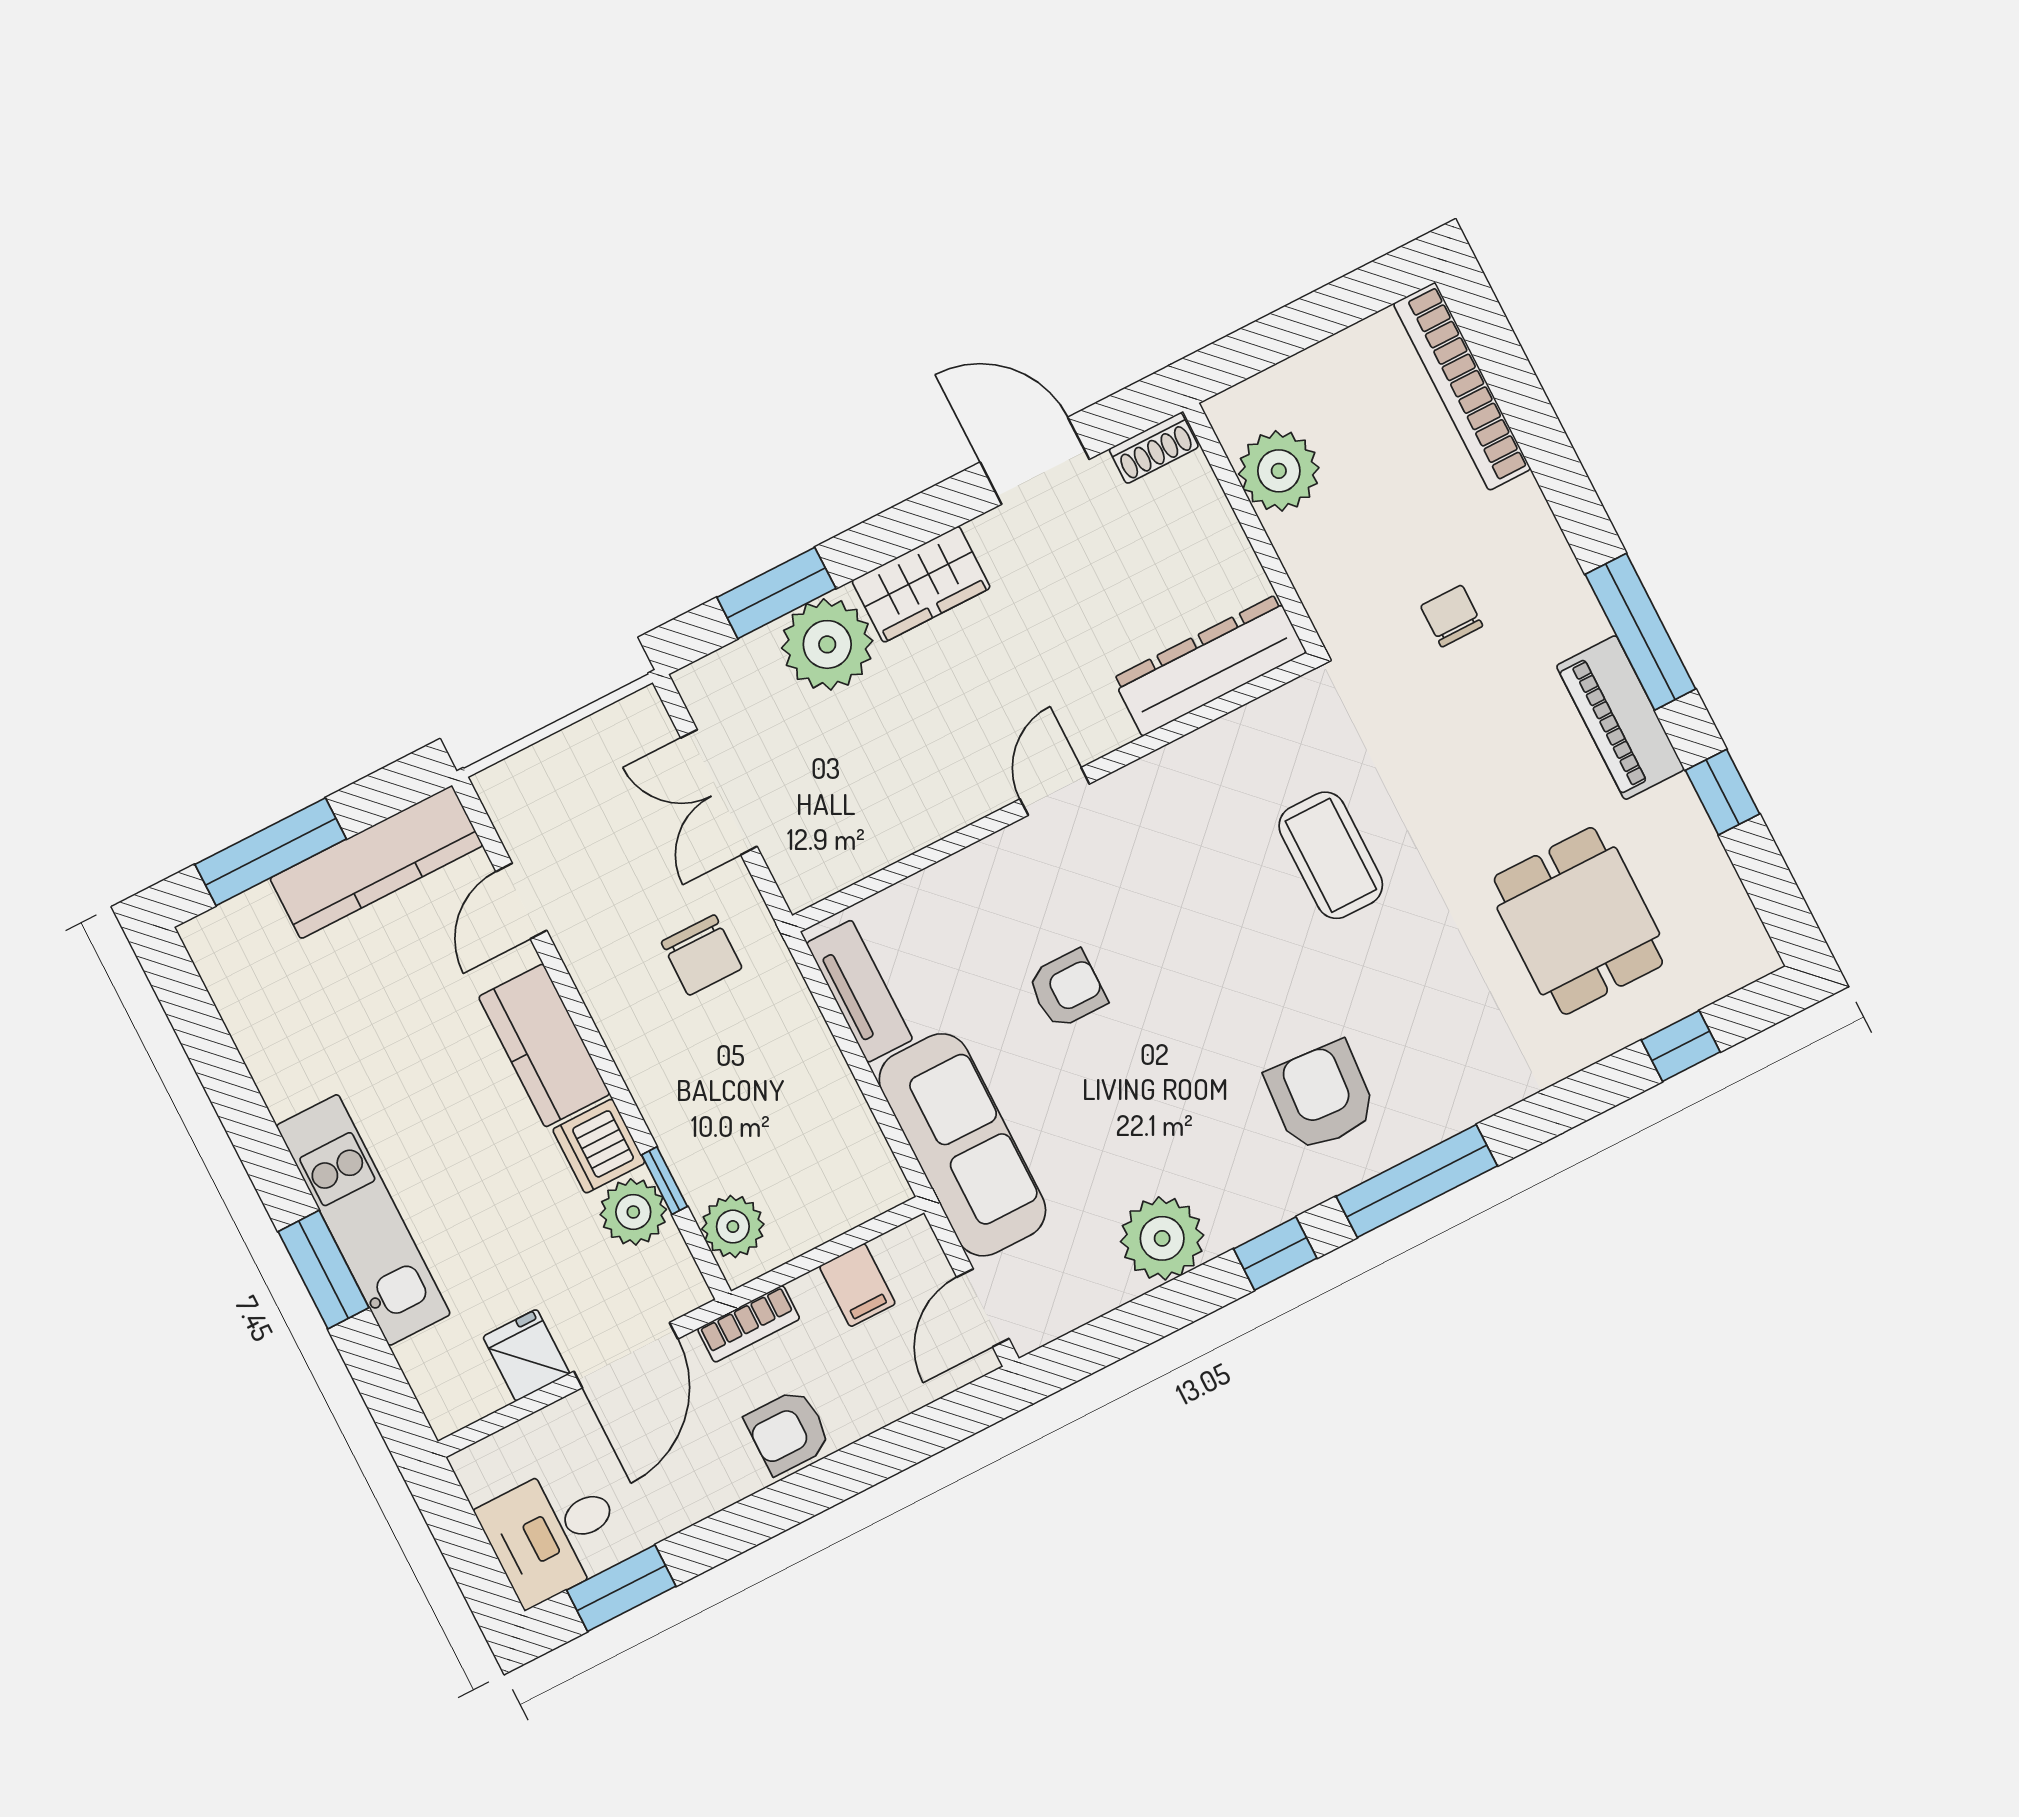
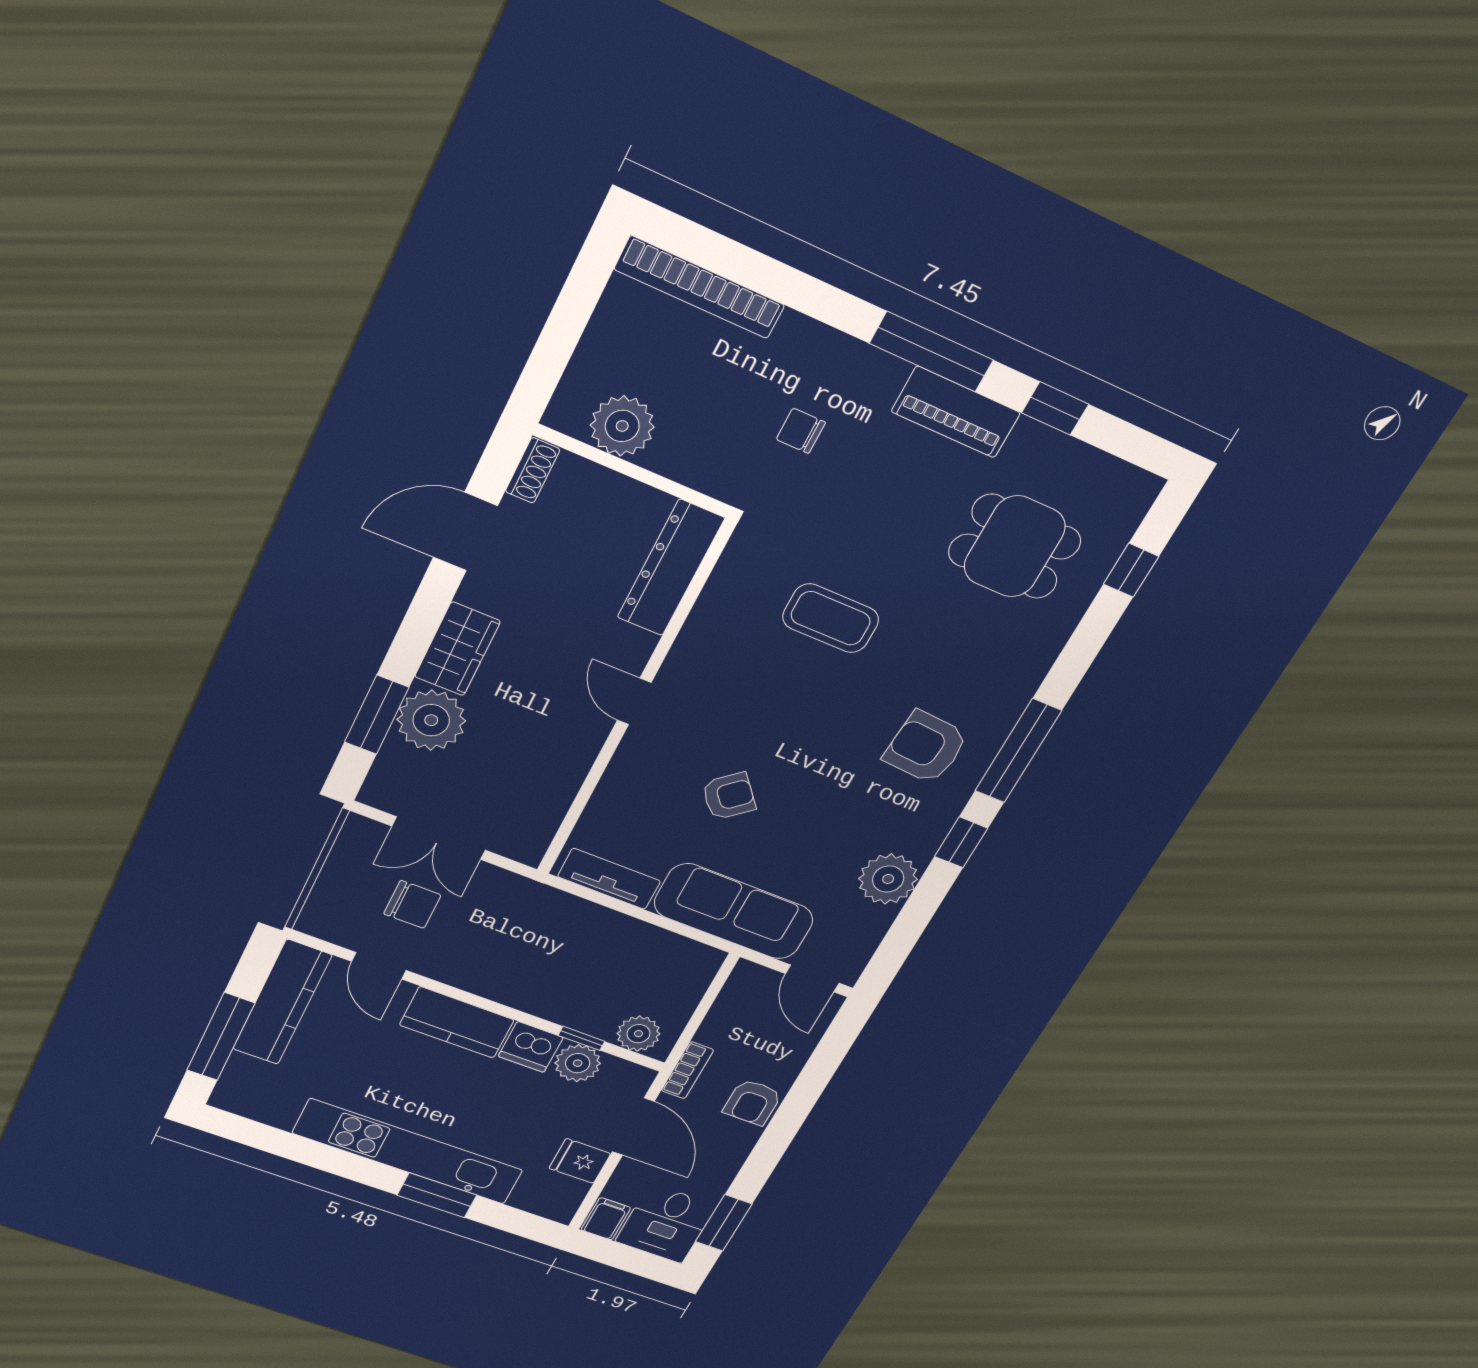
chair: (702, 955) -> (412, 904), moved
armchair: (1067, 989) -> (729, 796), turned 49
kitchen unit: (363, 1220) -> (408, 1152), width x1.36
filing cabinet: (857, 1285) -> (606, 1219), moved, turned -90

